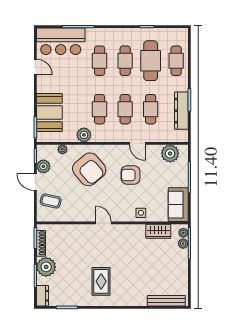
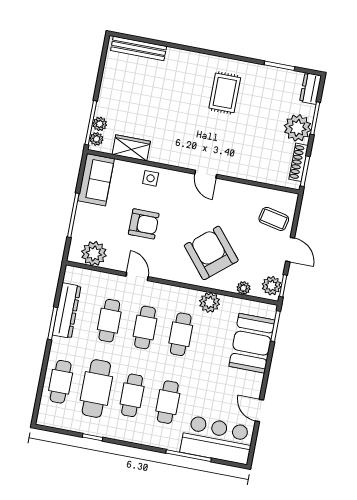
plant: (43, 166) -> (272, 286), moved
armchair: (130, 175) -> (144, 224), moved

